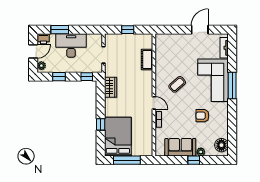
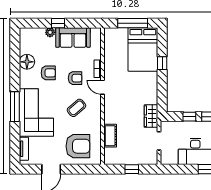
armchair: (176, 50) -> (78, 146), added
window: (87, 77) -> (189, 117), moved
wardrobe: (111, 87) -> (151, 116), moved
armchair: (178, 111) -> (75, 78), added
floor lamp: (221, 145) -> (27, 62), moved

